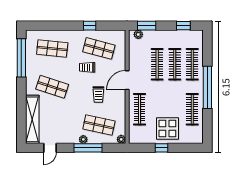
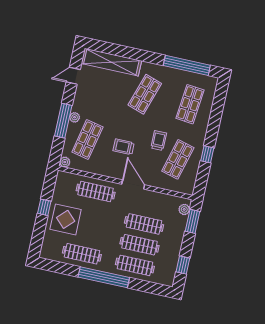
door: (50, 148) -> (73, 76), hinge flipped

